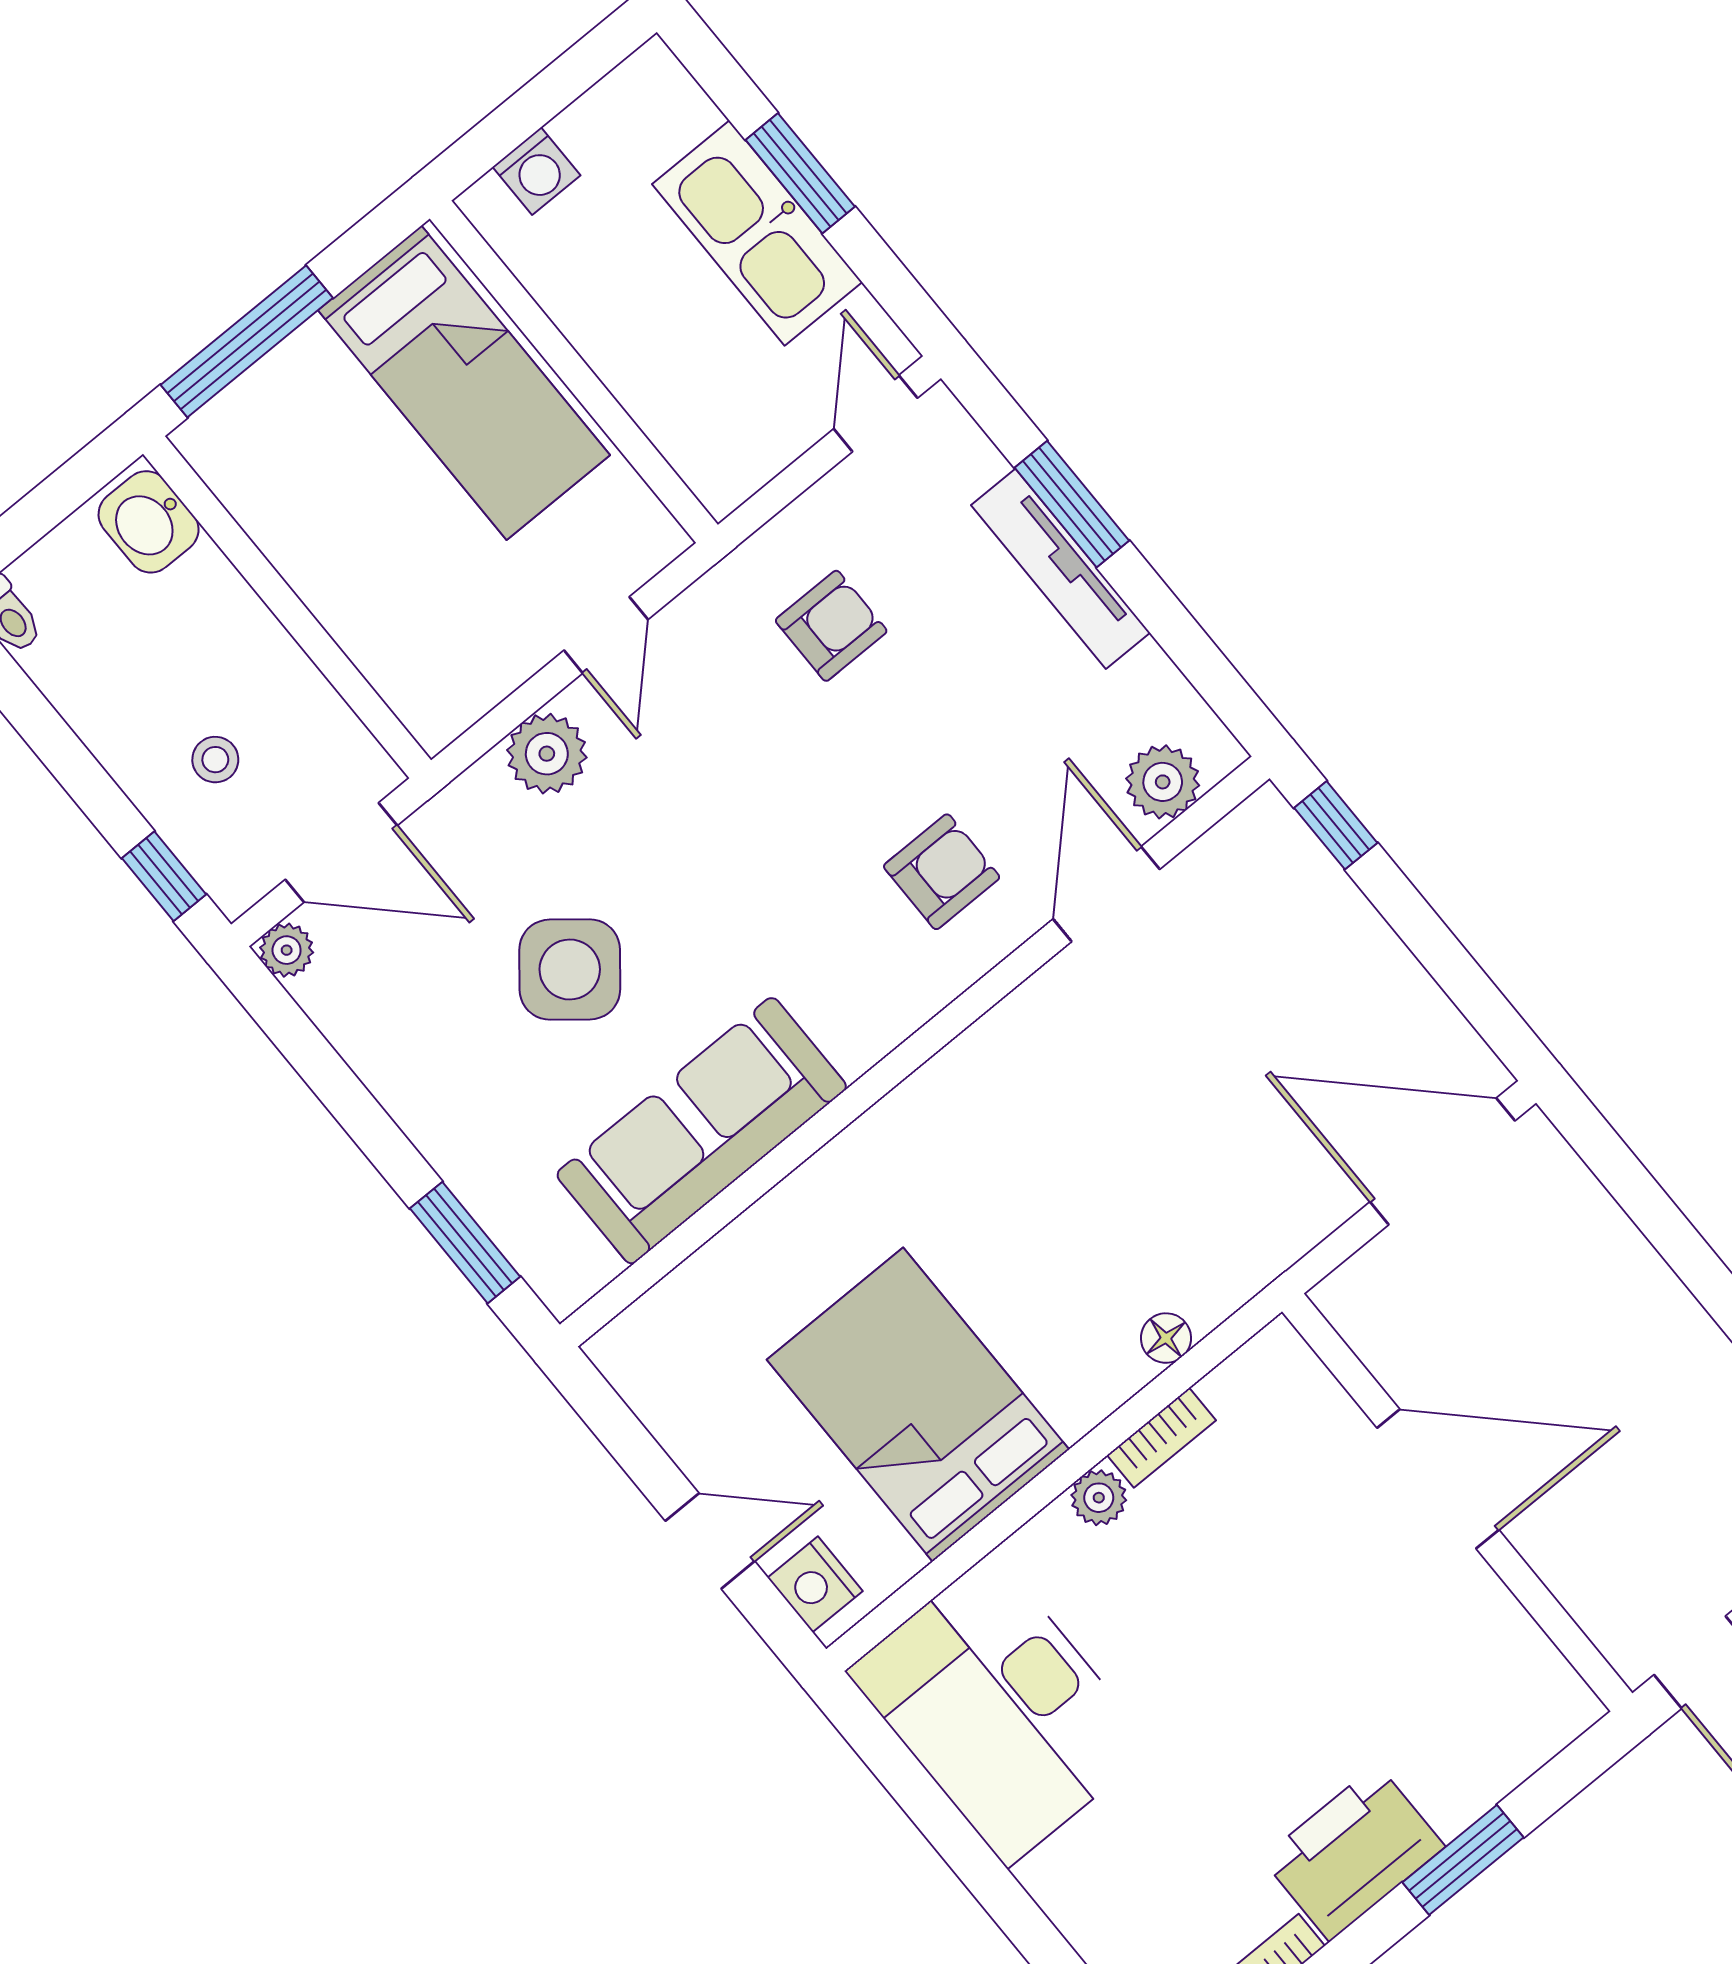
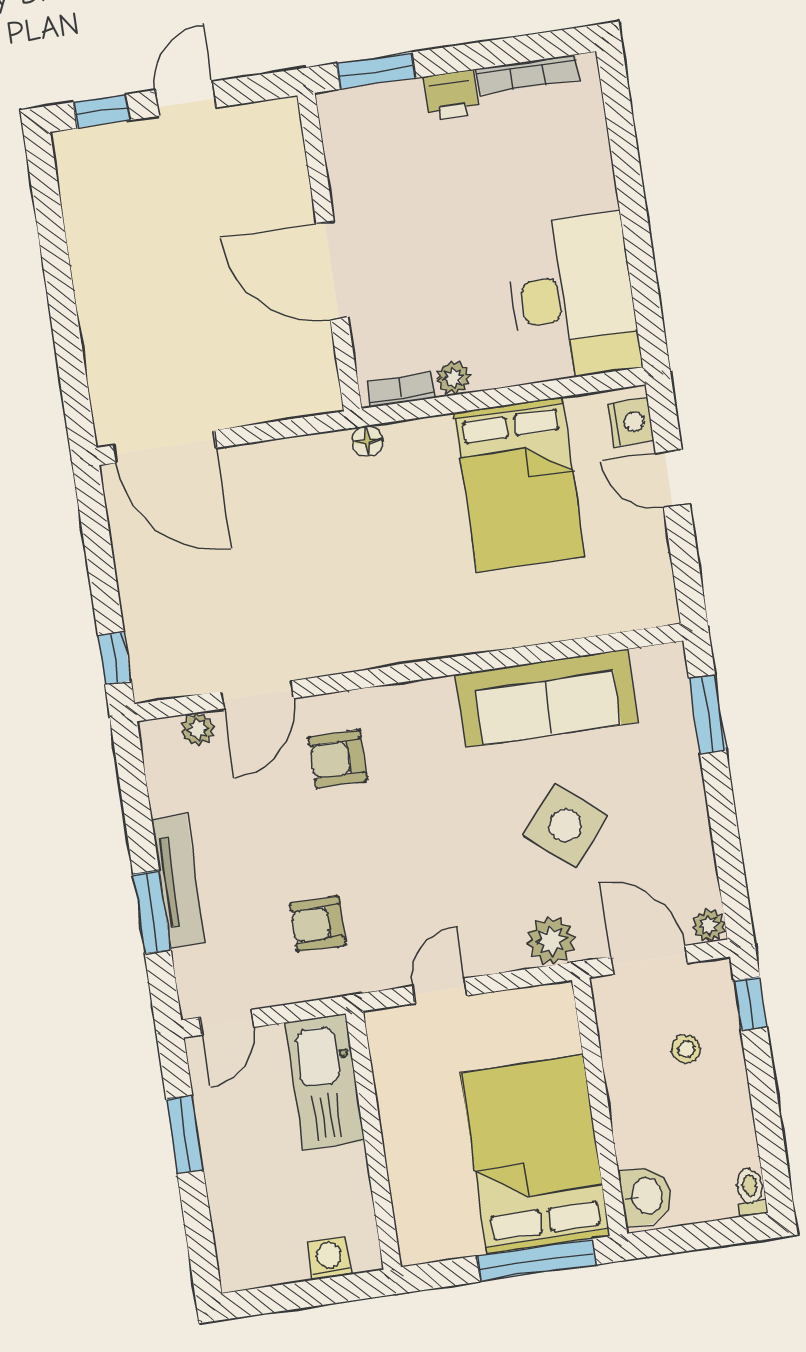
window: (800, 173) -> (185, 1134), moved
kitchen sink: (757, 233) -> (325, 1082), moved, turned 180
bed: (464, 383) -> (535, 1155), moved, width x1.50
plant: (547, 754) -> (551, 941), moved
plant: (1163, 782) -> (197, 729), width x0.73, depth x0.73
door: (1438, 1479) -> (332, 271), moved
wall: (1457, 1502) -> (329, 252), moved
printer: (1353, 1853) -> (451, 95), width x0.53, depth x0.68

